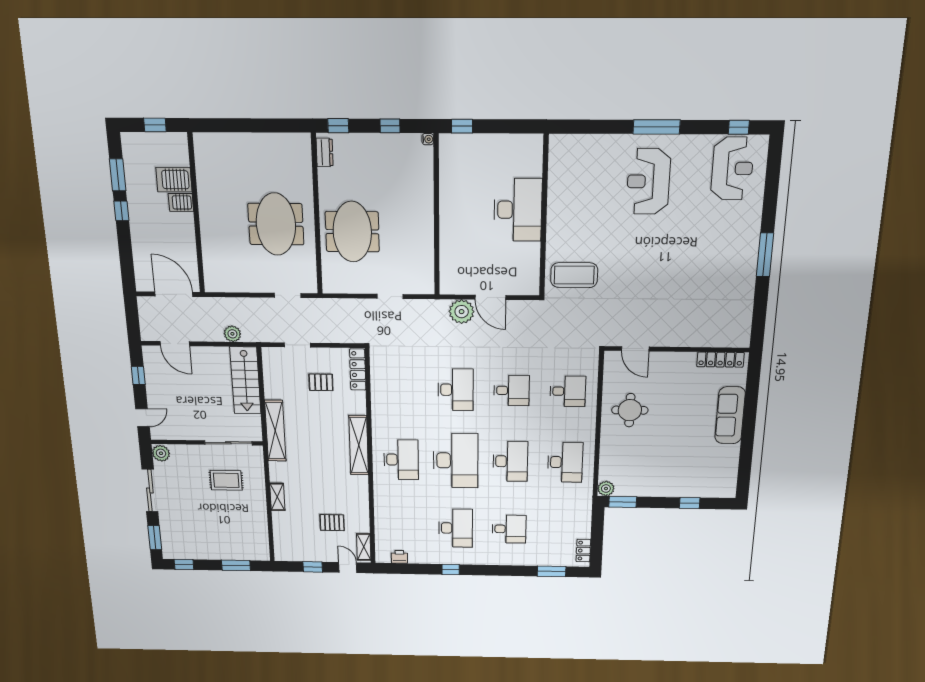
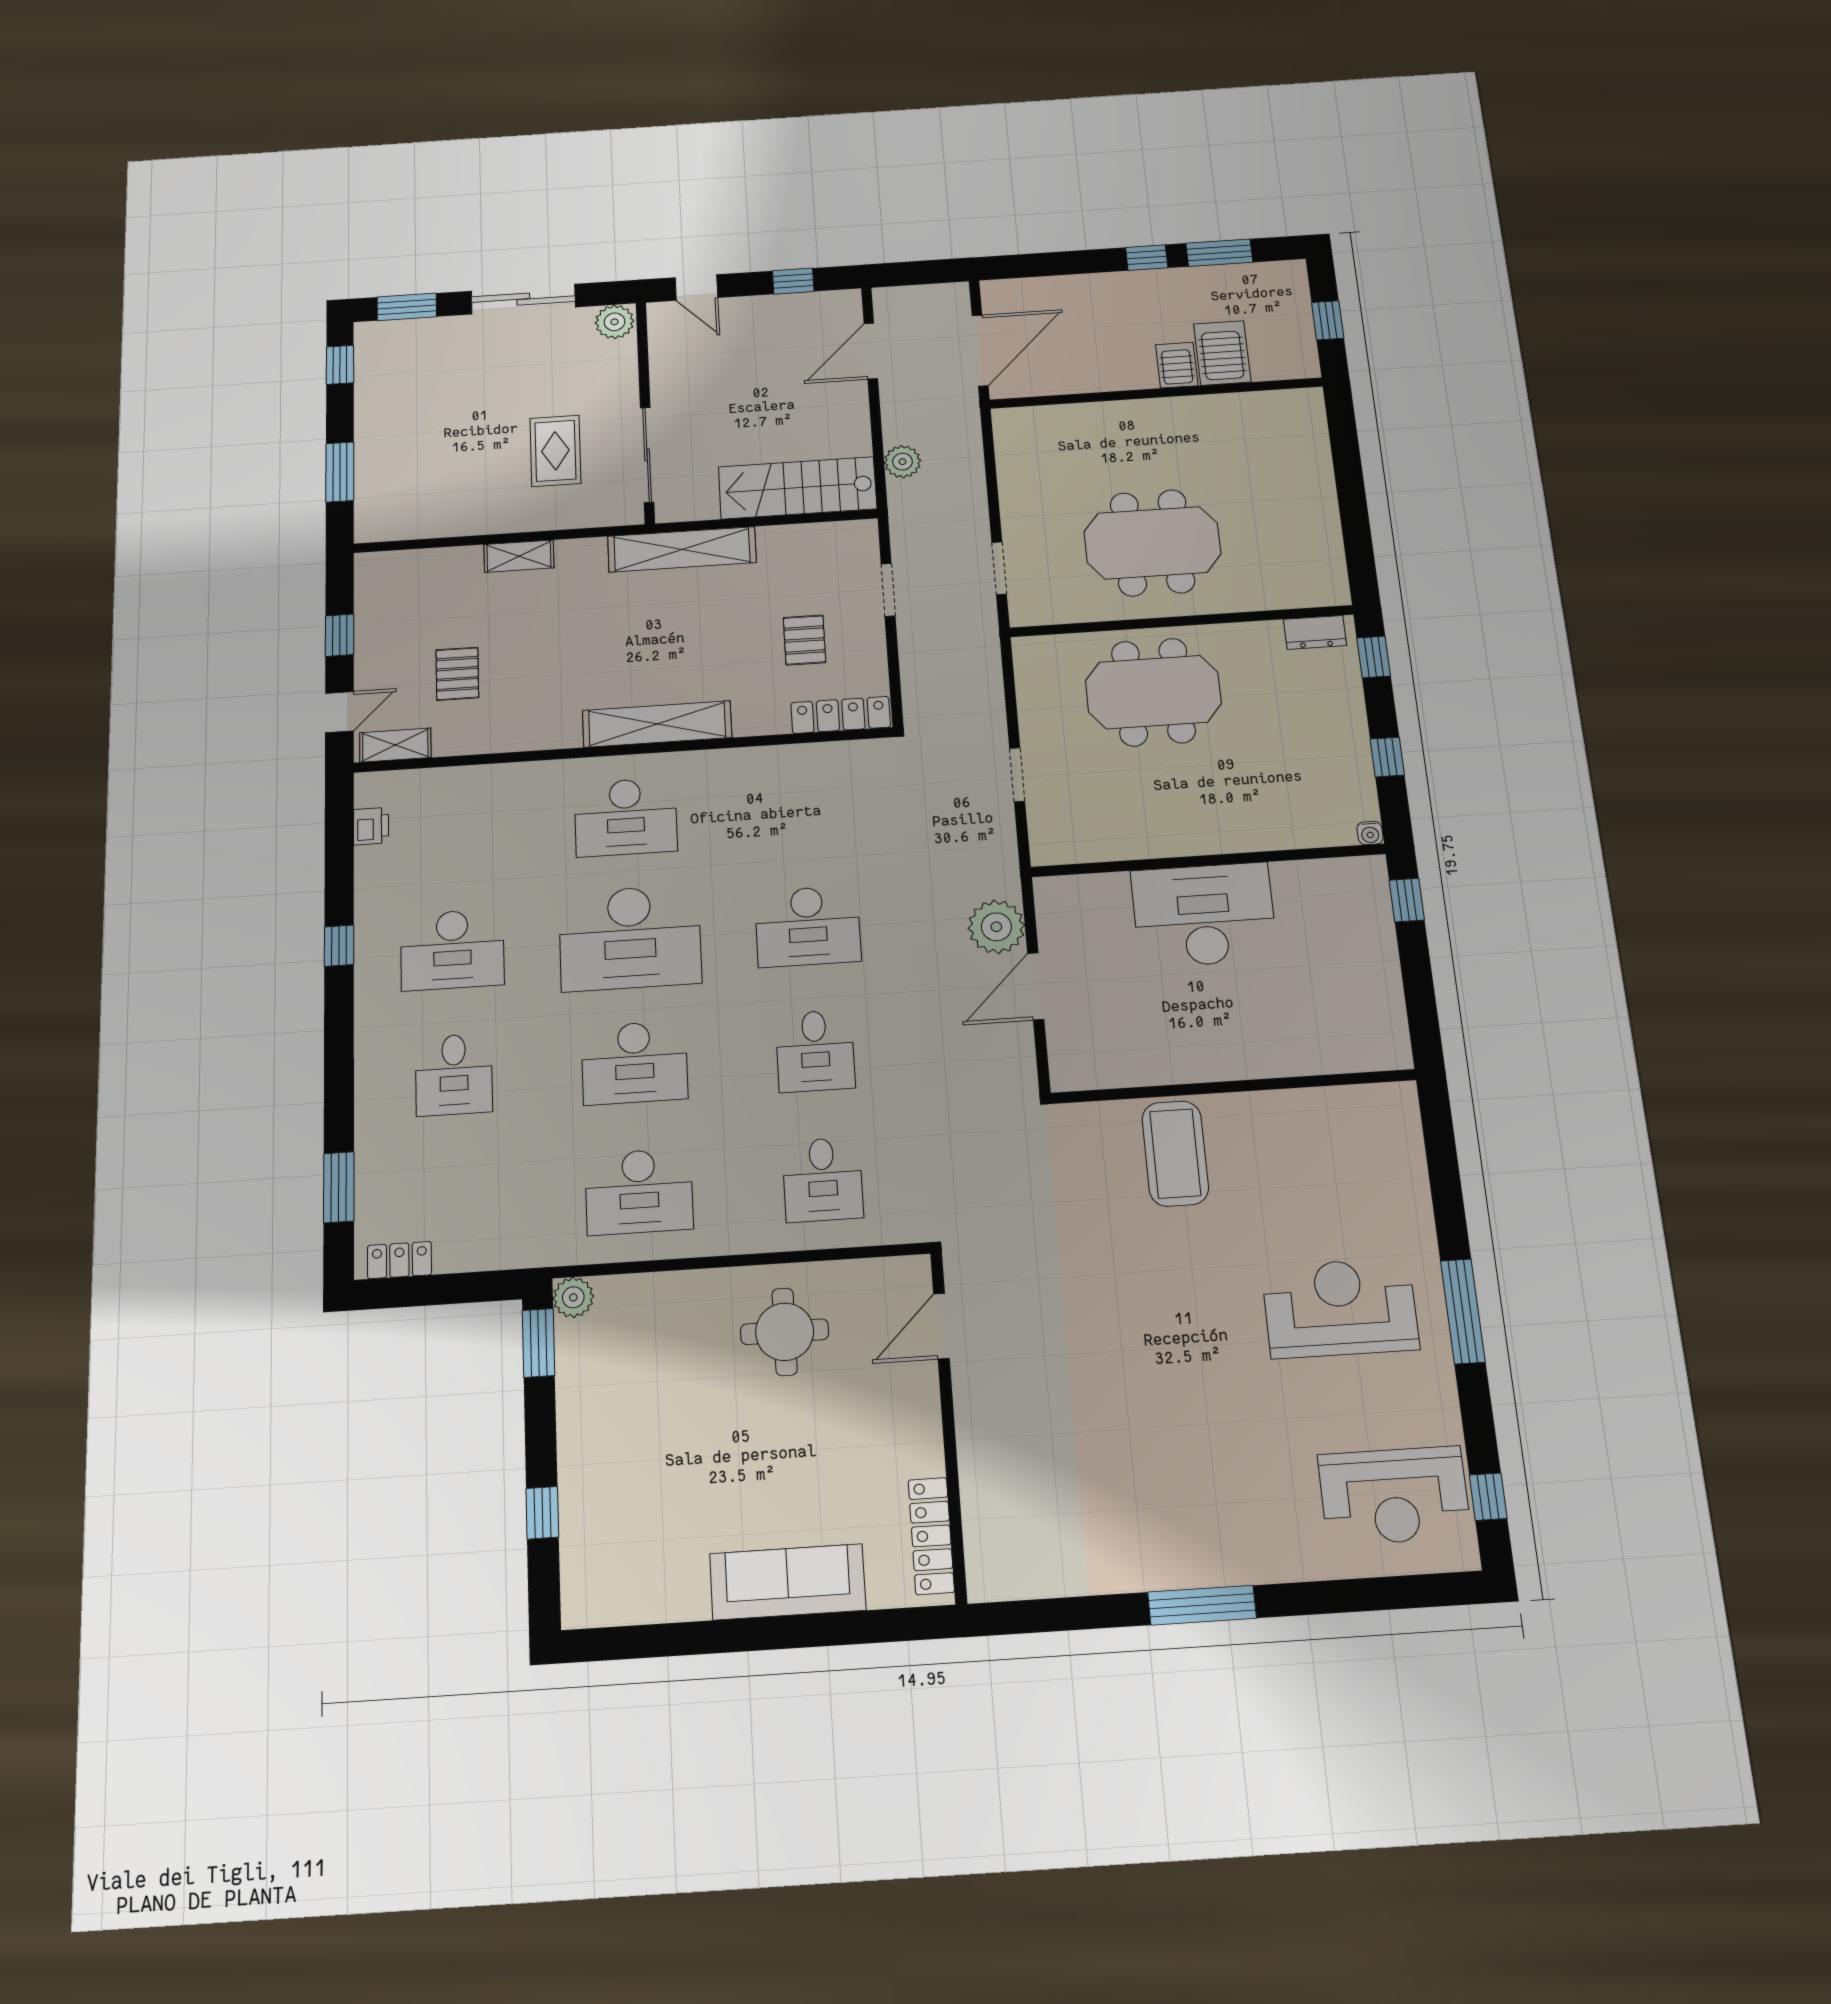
desk: (518, 210) -> (1204, 915), moved, turned 180
coffee table: (574, 275) -> (1175, 1153), moved

